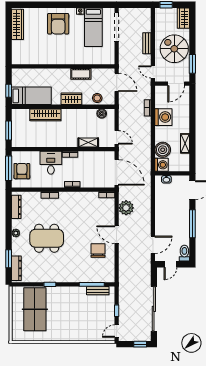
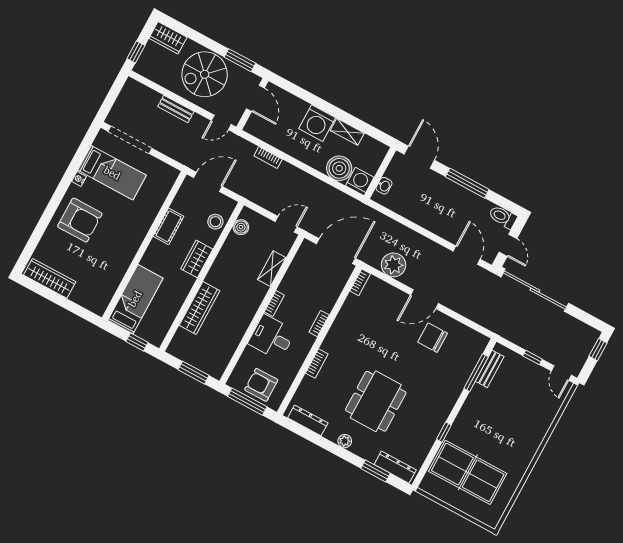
bed: (31, 96) -> (135, 299), moved
washing machine: (163, 117) -> (317, 123), moved, turned 180
sliding door: (154, 309) -> (535, 290), moved

